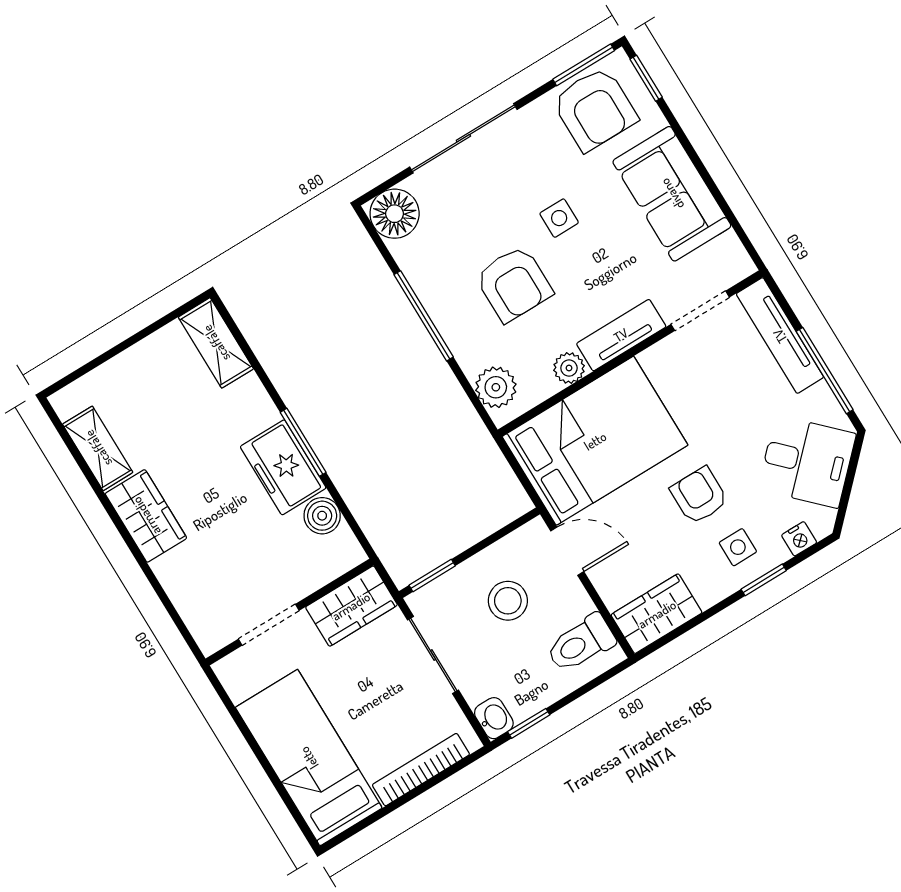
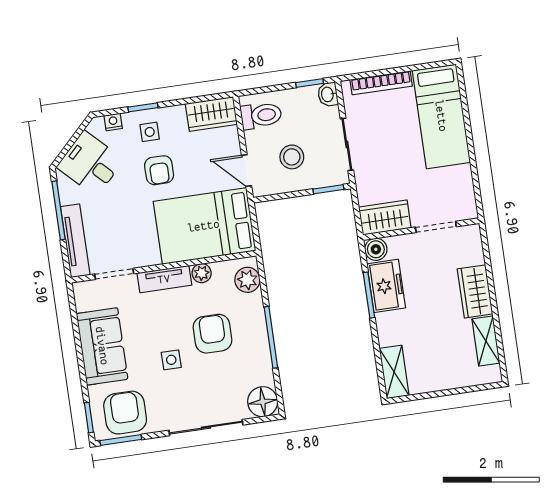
wardrobe: (351, 606) -> (385, 218), moved
wall: (290, 612) -> (421, 229), moved
doorway: (269, 625) -> (436, 227), moved

